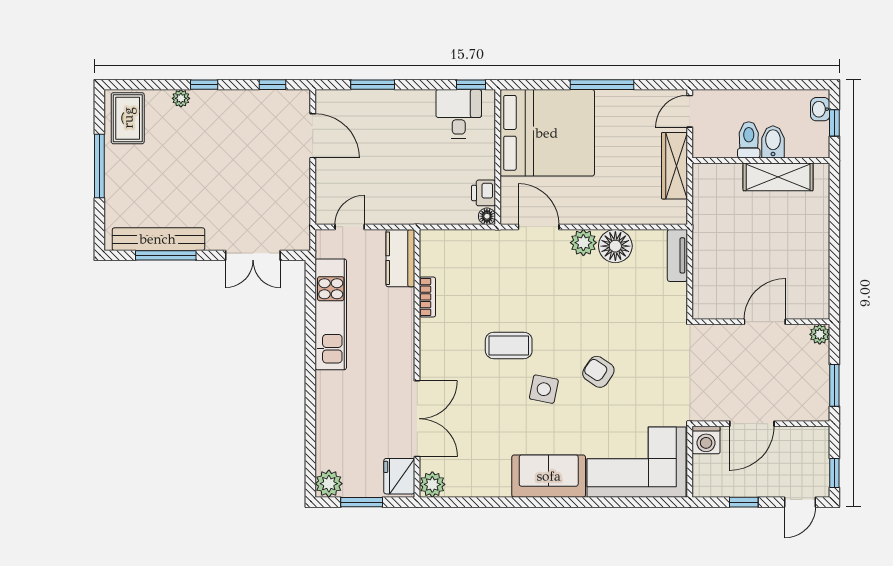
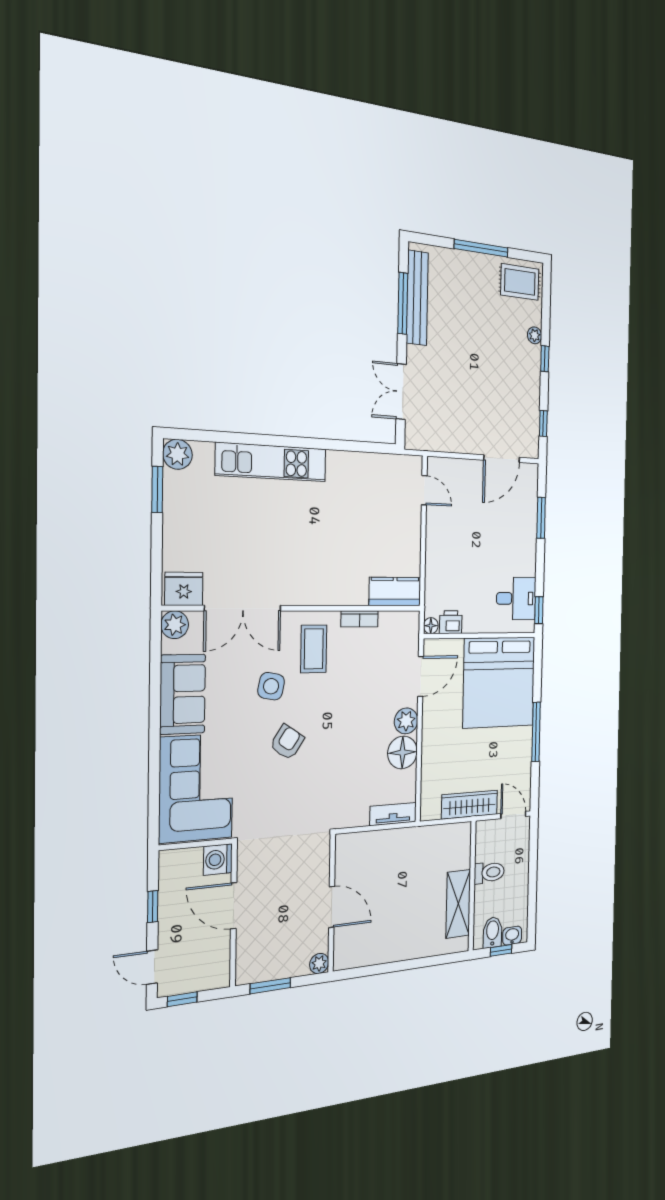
bidet: (773, 142) -> (492, 932), moved, turned -90
kitchen counter: (400, 258) -> (395, 592), moved
bookcase: (427, 297) -> (359, 619), moved
kitchen unit: (331, 314) -> (271, 462), moved
wall: (417, 363) -> (297, 608), moved
double door: (417, 419) -> (243, 608), moved
fridge: (399, 476) -> (184, 589), moved
plant: (432, 484) -> (175, 625), moved

